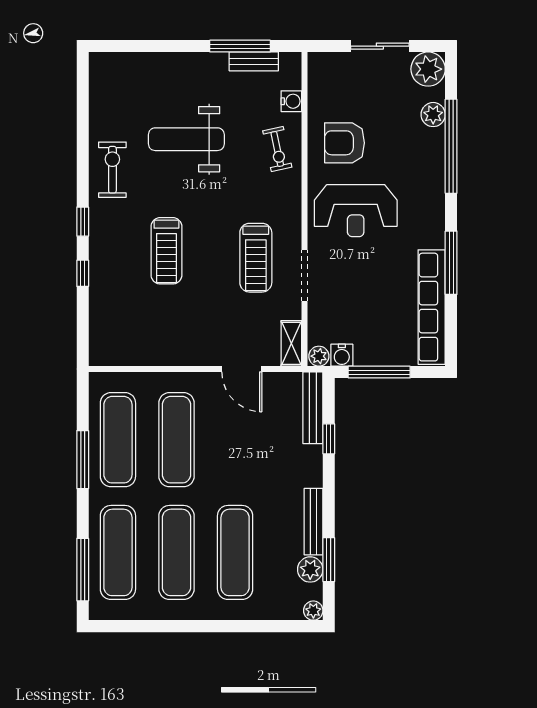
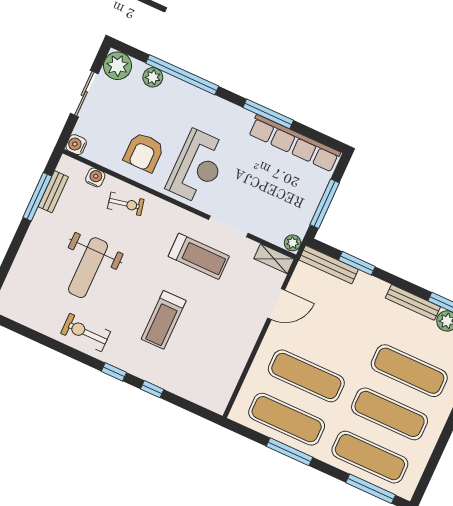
treadmill: (166, 251) -> (164, 320), turned 90
water cooler: (342, 355) -> (76, 145), moved, turned 180
window: (329, 439) -> (357, 263), width x1.50

